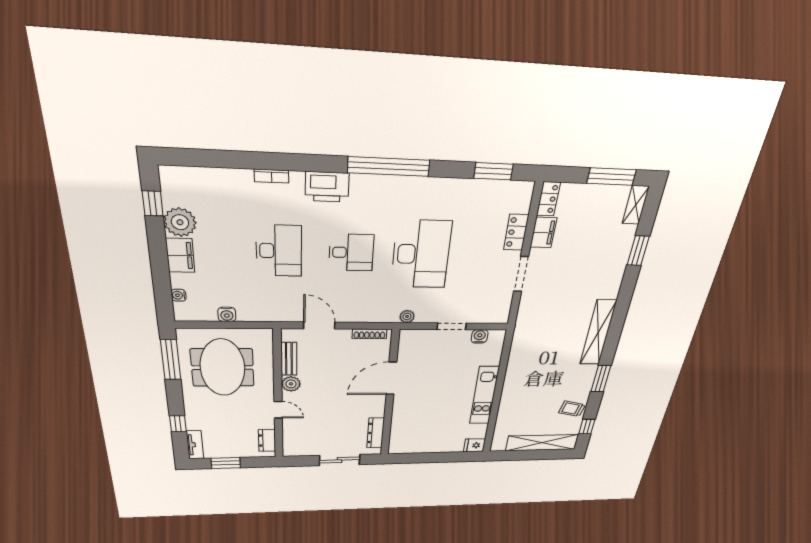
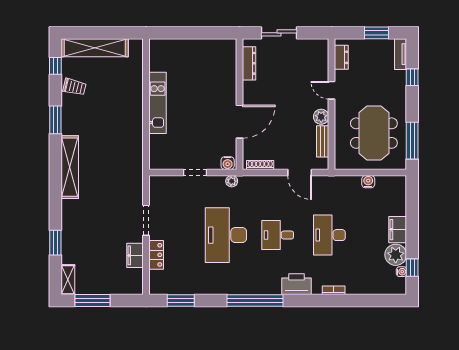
locker: (548, 199) -> (137, 282), removed
water cooler: (179, 295) -> (401, 272), moved
water cooler: (480, 336) -> (228, 163), moved
fridge: (475, 445) -> (158, 46), removed

